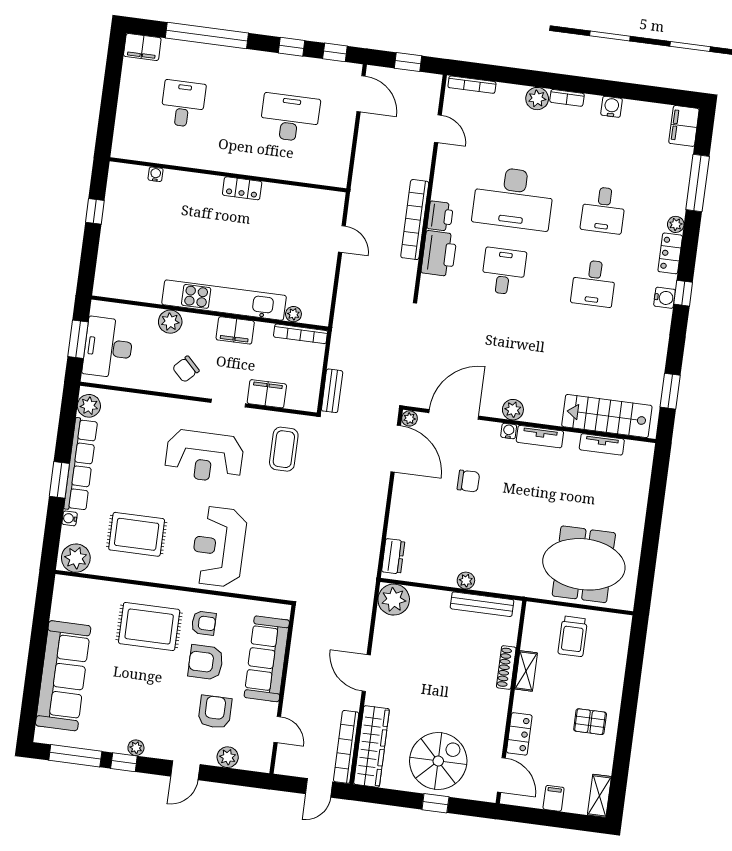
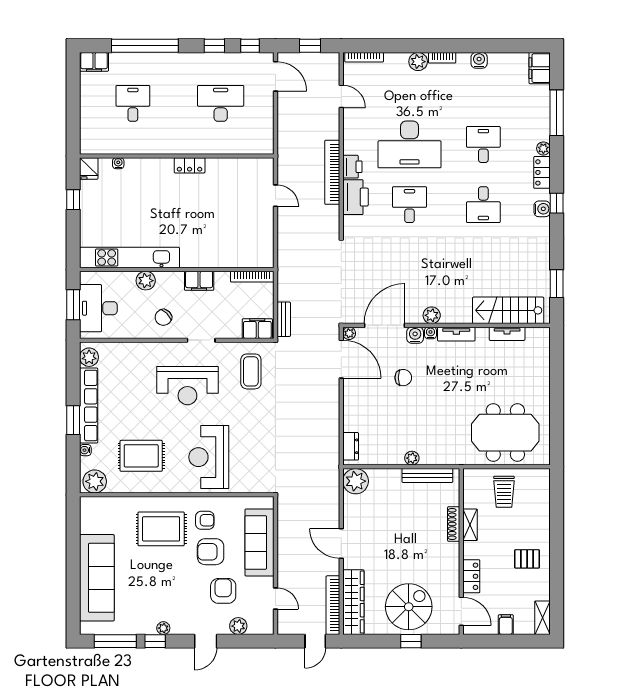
fridge: (119, 176) -> (89, 168), added
desk: (603, 210) -> (483, 144), turned 180
kitchen unit: (224, 300) -> (130, 258), moved
plant: (293, 314) -> (244, 261), removed
filing cabinet: (267, 394) -> (257, 329), moved
water cooler: (490, 431) -> (415, 335), added

